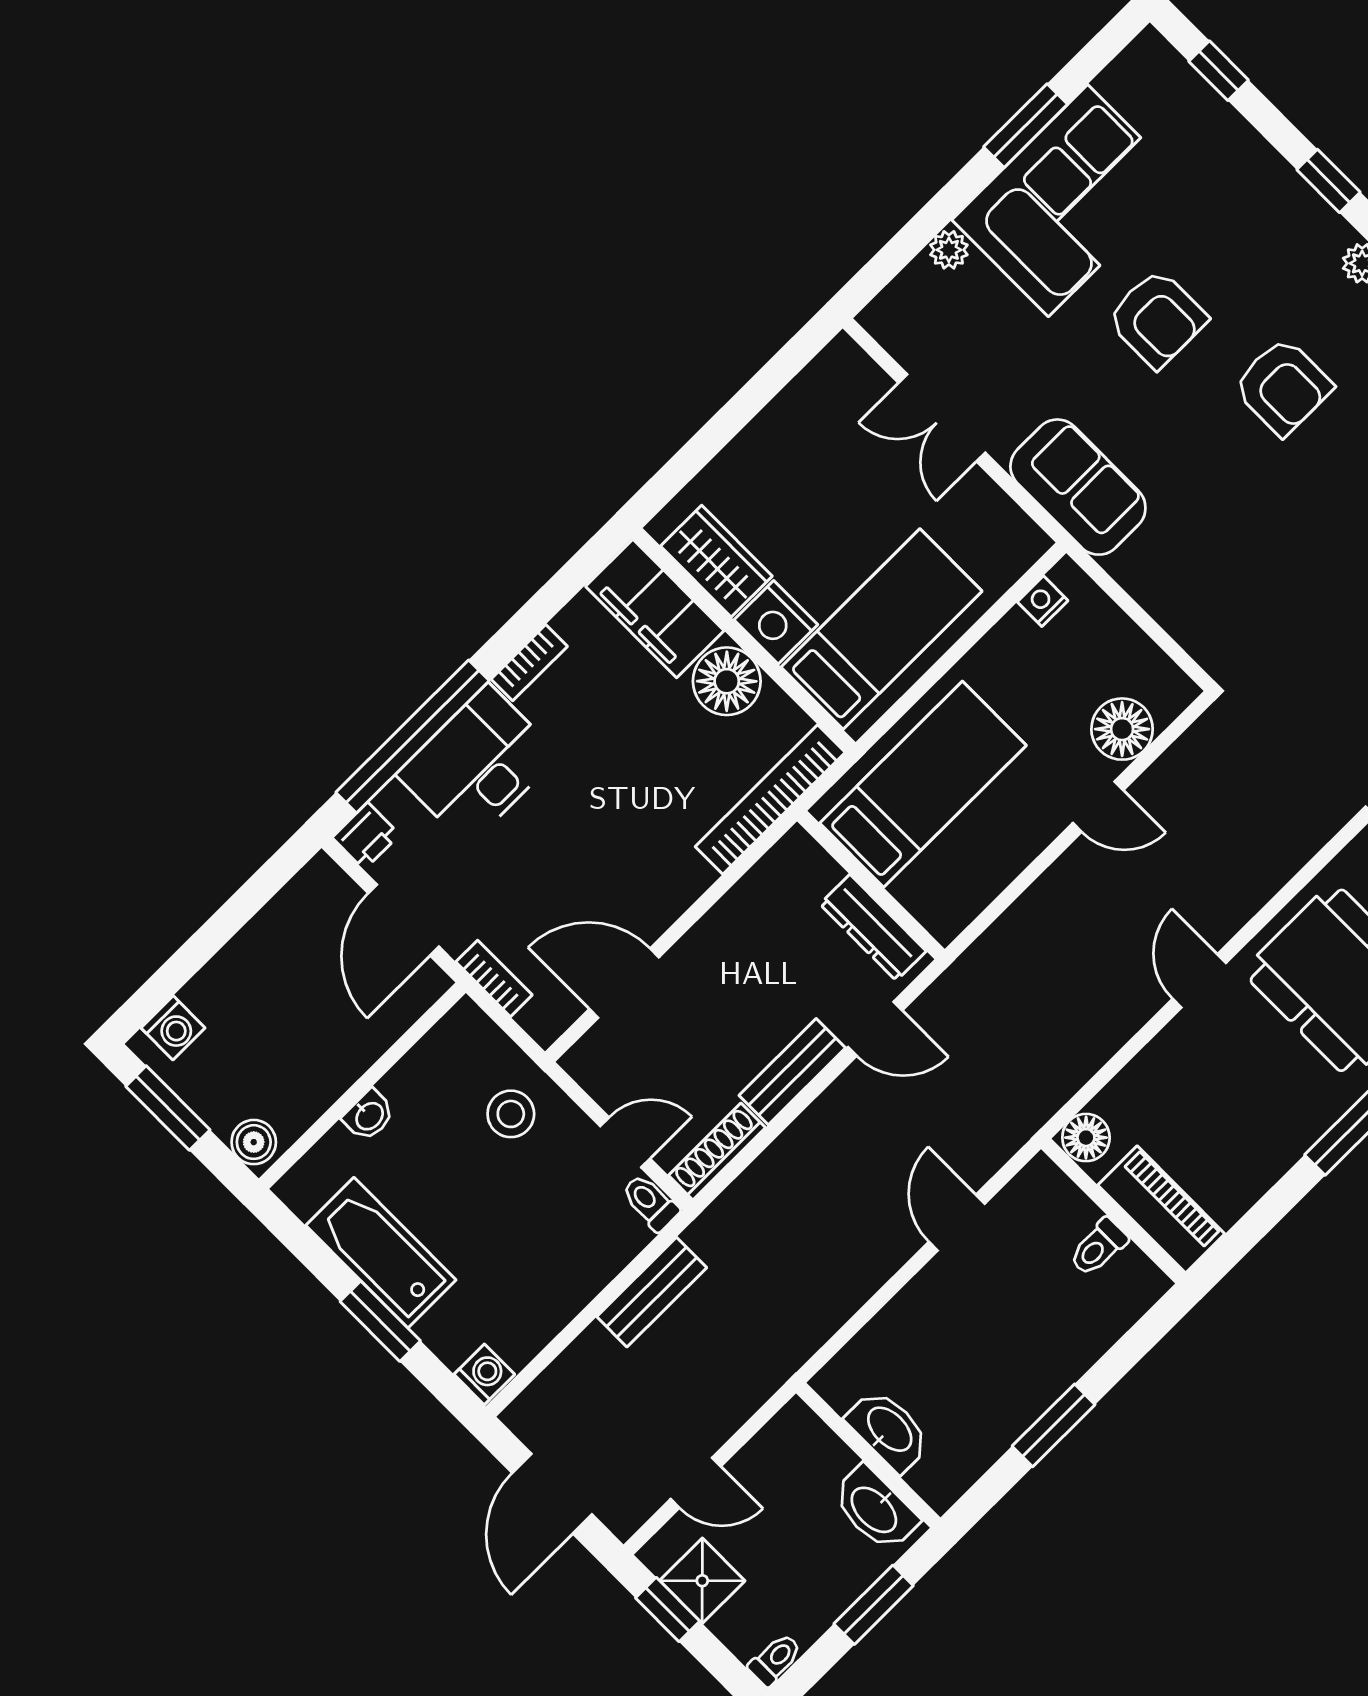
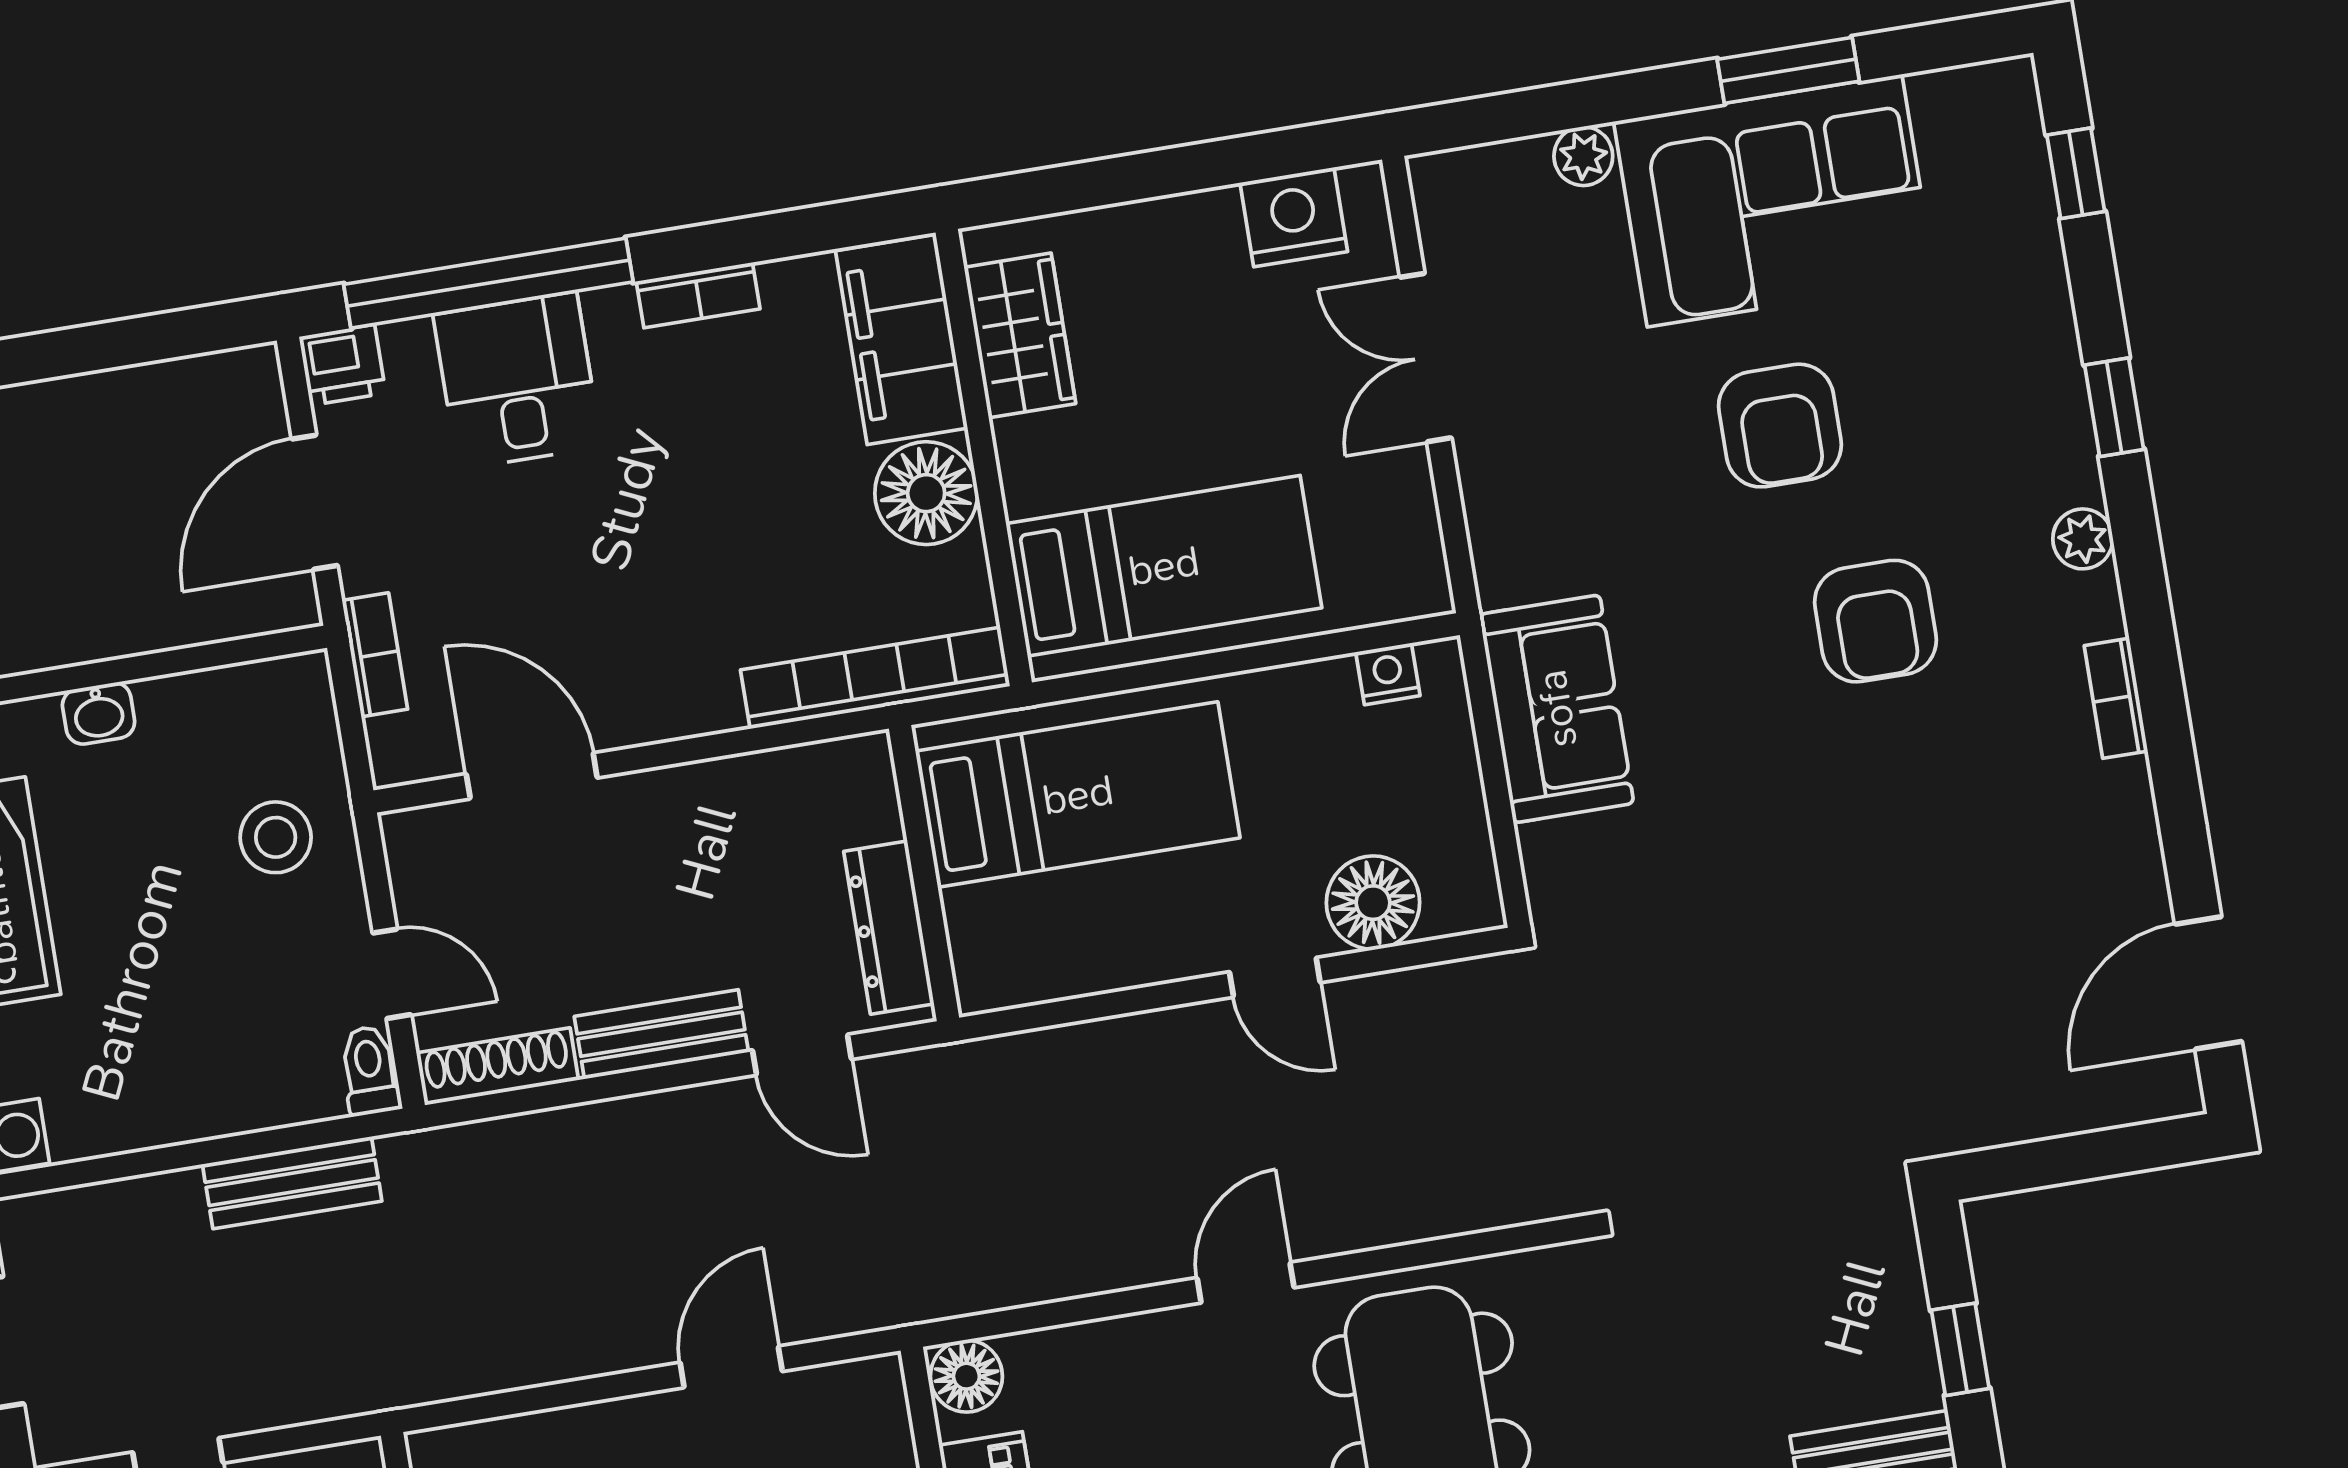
sofa: (1078, 487) -> (1557, 709), moved
nightstand: (776, 622) -> (1294, 217), moved, turned 90
desk: (478, 765) -> (517, 381), width x0.73

